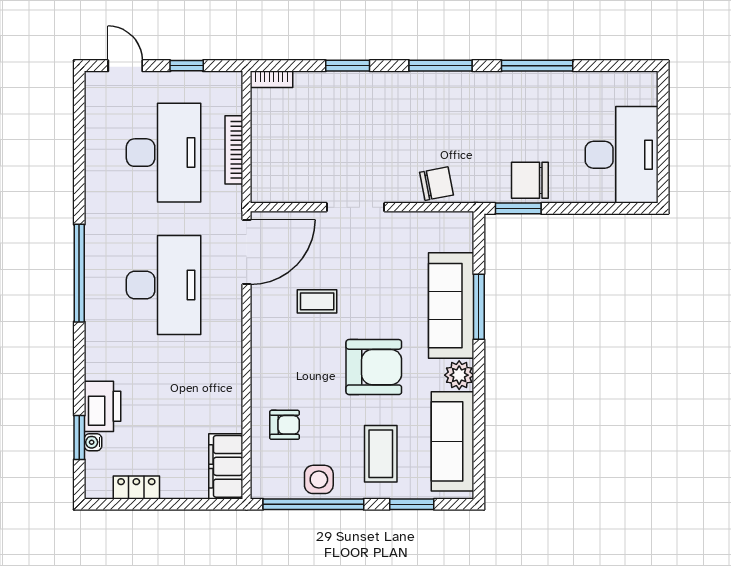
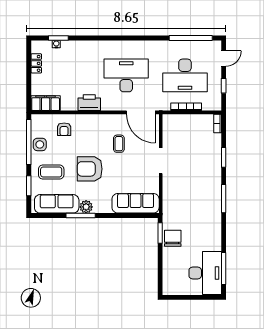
window: (537, 66) -> (224, 269), moved
desk: (622, 155) -> (205, 273), moved, turned -90
chair: (437, 184) -> (171, 197), removed
window: (79, 273) -> (191, 38), moved
desk: (164, 285) -> (126, 75), turned 180
sofa: (451, 306) -> (136, 203), moved
window: (479, 307) -> (81, 216), moved
armchair: (374, 367) -> (90, 169), turned 90
printer: (102, 406) -> (89, 103), moved, turned 180

